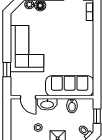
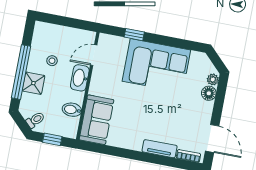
tv unit: (89, 34) -> (160, 149), added
sofa: (70, 86) -> (96, 120), width x0.73

